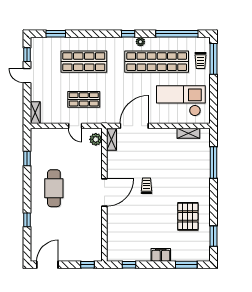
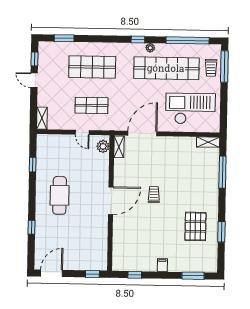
shelving: (188, 133) -> (208, 142), moved
window: (213, 236) -> (221, 232), moved
filing cabinet: (161, 255) -> (162, 265), width x0.50

